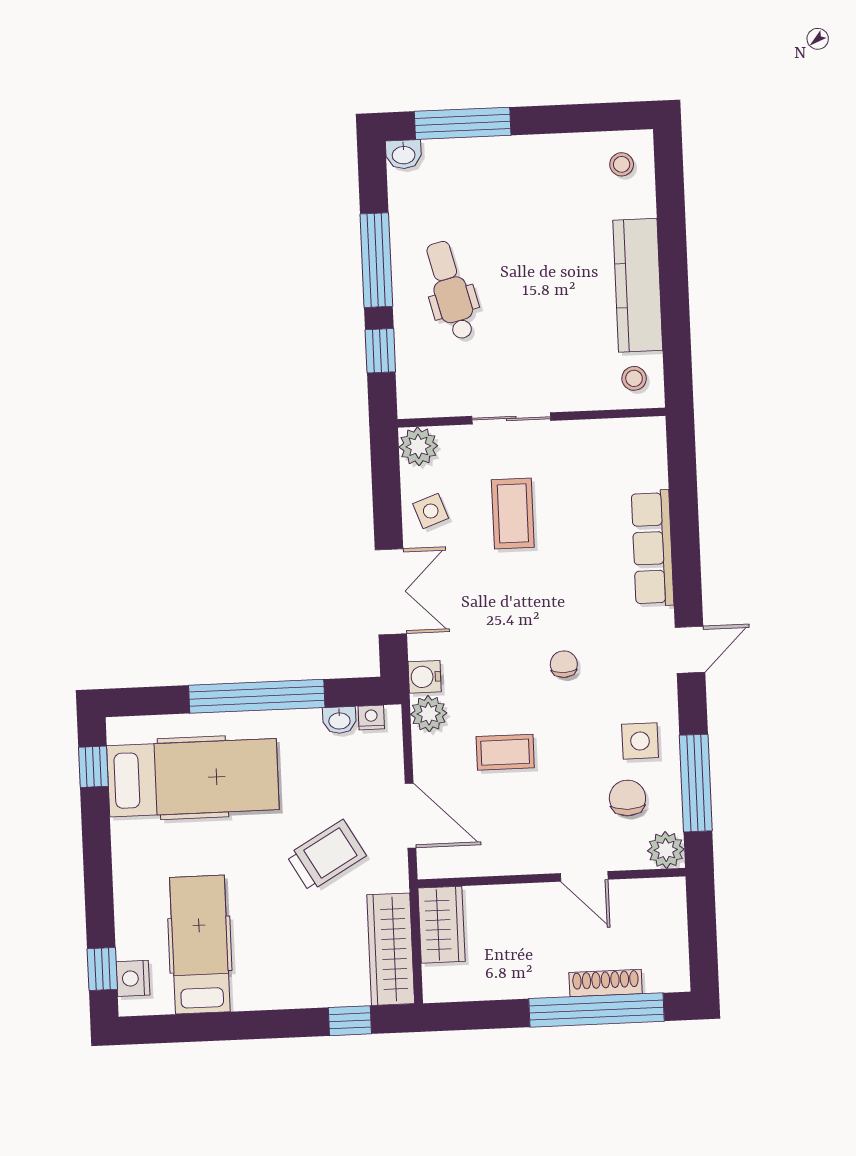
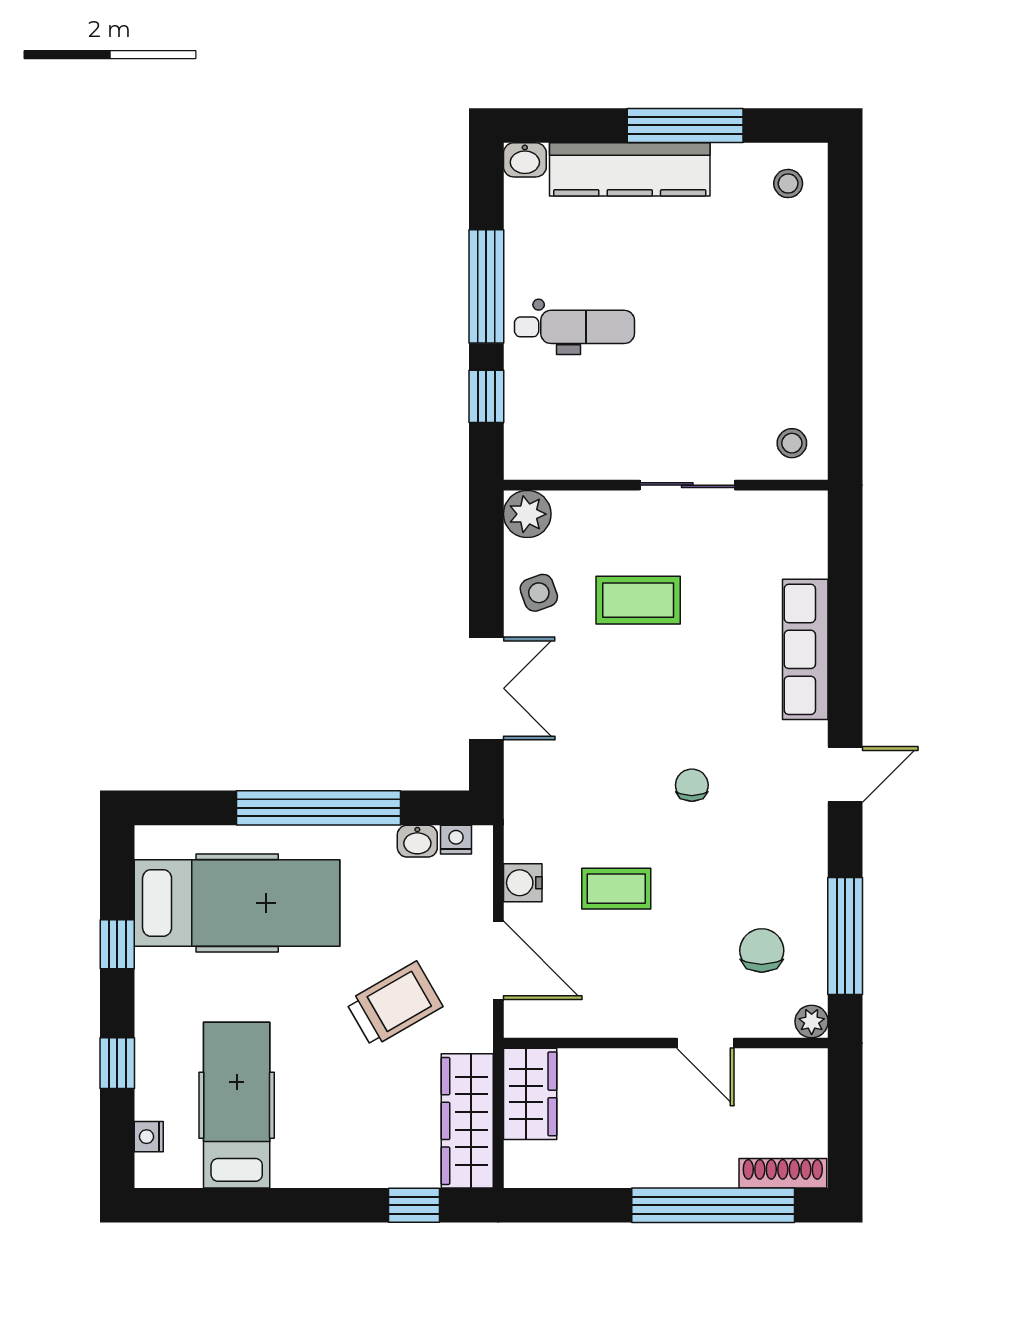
window: (463, 123) -> (685, 125), moved
kitchen counter: (638, 285) -> (630, 169), moved, turned -90
dental chair: (450, 290) -> (574, 327), turned 104
sliding door: (511, 418) -> (687, 485), moved
coffee table: (513, 513) -> (638, 600), turned 90
water cooler: (425, 677) -> (523, 883), moved
plant: (429, 714) -> (526, 838), removed
side table: (640, 741) -> (780, 882), removed
window: (93, 767) -> (117, 944), moved
plant: (666, 850) -> (812, 1022), width x0.73, depth x0.73
window: (102, 969) -> (117, 1063), moved
nightstand: (133, 978) -> (149, 1137), width x0.72, depth x0.74
shoe rack: (606, 983) -> (783, 1173), moved

